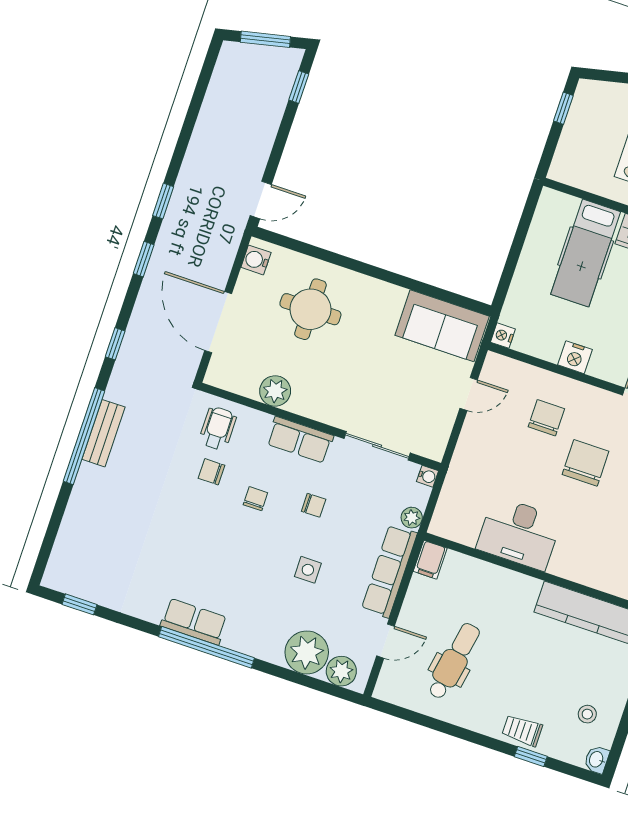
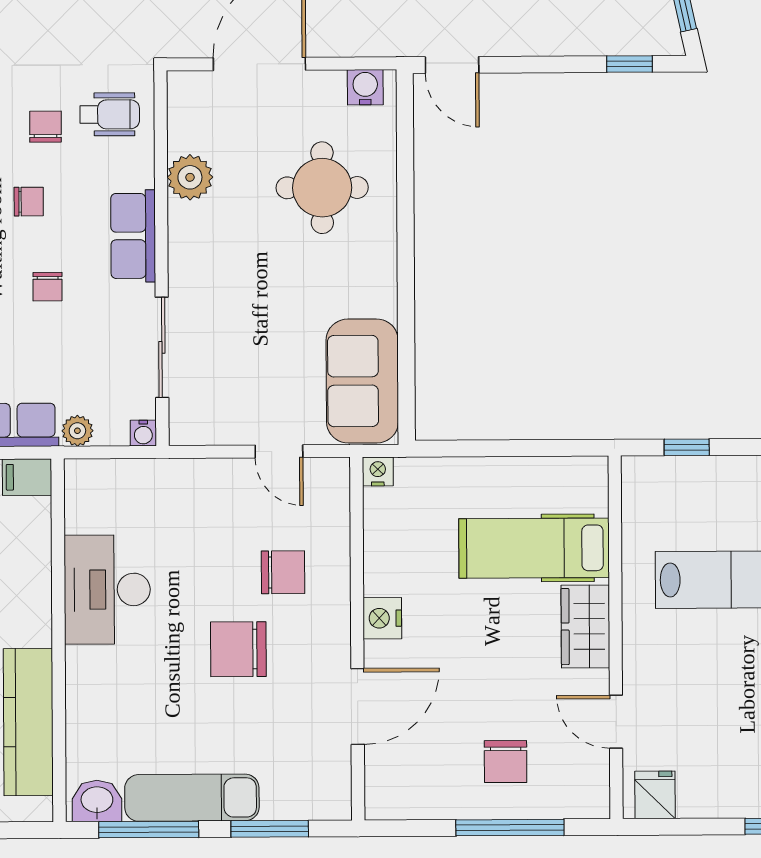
window: (563, 108) -> (687, 447), moved
nightstand: (575, 357) -> (382, 618), moved
chair: (586, 463) -> (238, 649), turned 180

